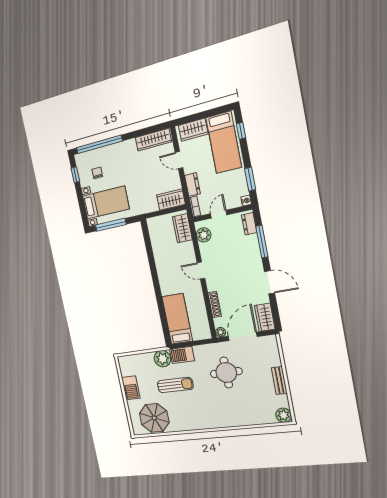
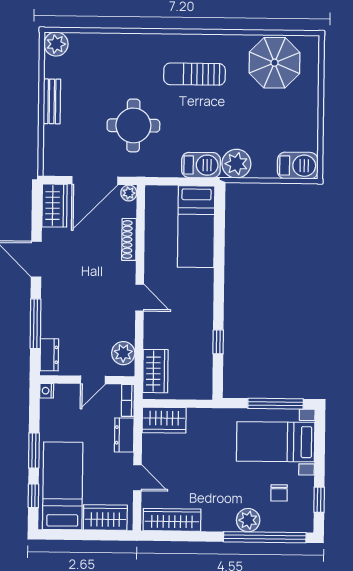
plant: (110, 152) -> (248, 520), added
window: (250, 179) -> (34, 450), moved
window: (150, 254) -> (218, 342), added
sun lounger: (175, 385) -> (194, 74), moved
barbecue: (131, 388) -> (298, 166), moved, turned 90

